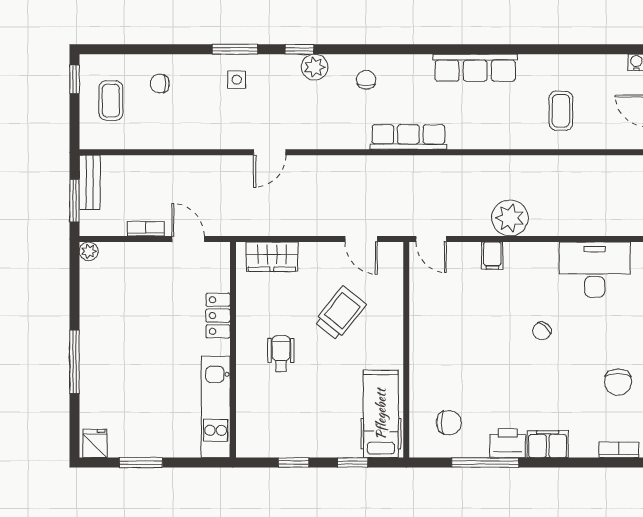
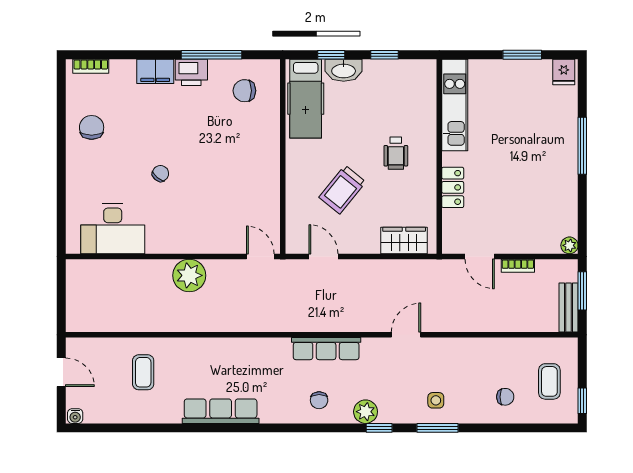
row of seats: (408, 137) -> (326, 349), moved
filing cabinet: (492, 256) -> (205, 242), removed
washbasin: (339, 445) -> (344, 70), added

